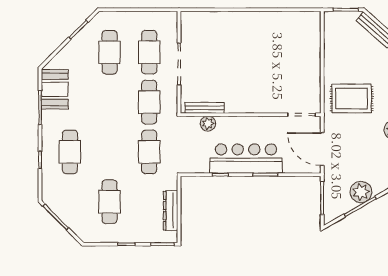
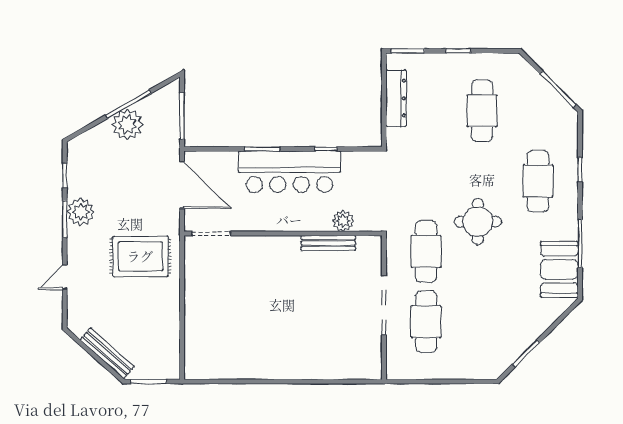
cafe table: (110, 52) -> (482, 322), removed
bench: (205, 108) -> (328, 243), moved
round table: (113, 123) -> (478, 222), added
cafe table: (149, 152) -> (426, 181), removed

